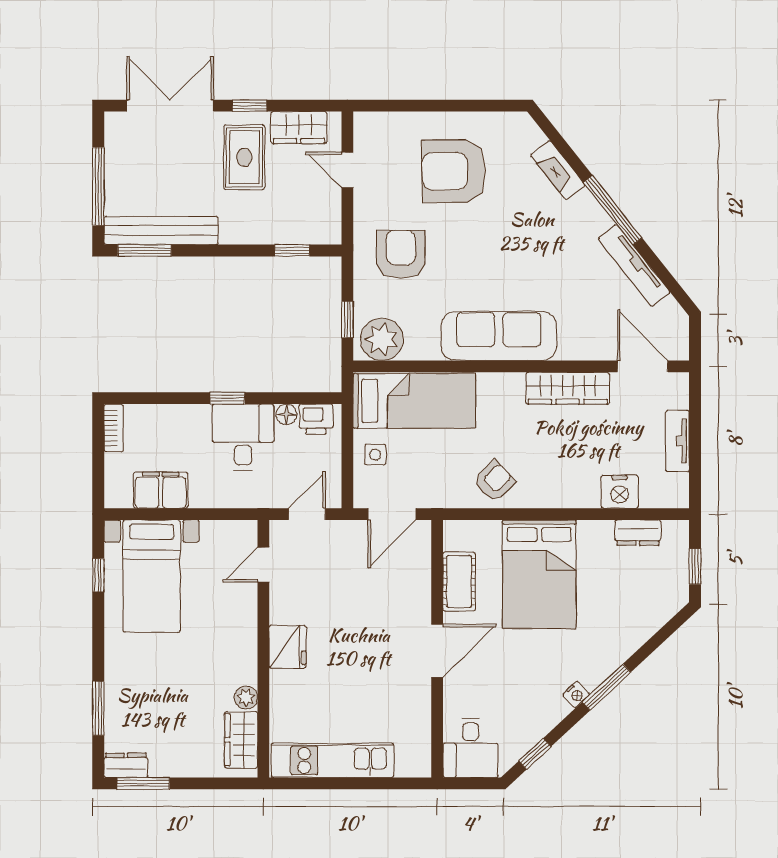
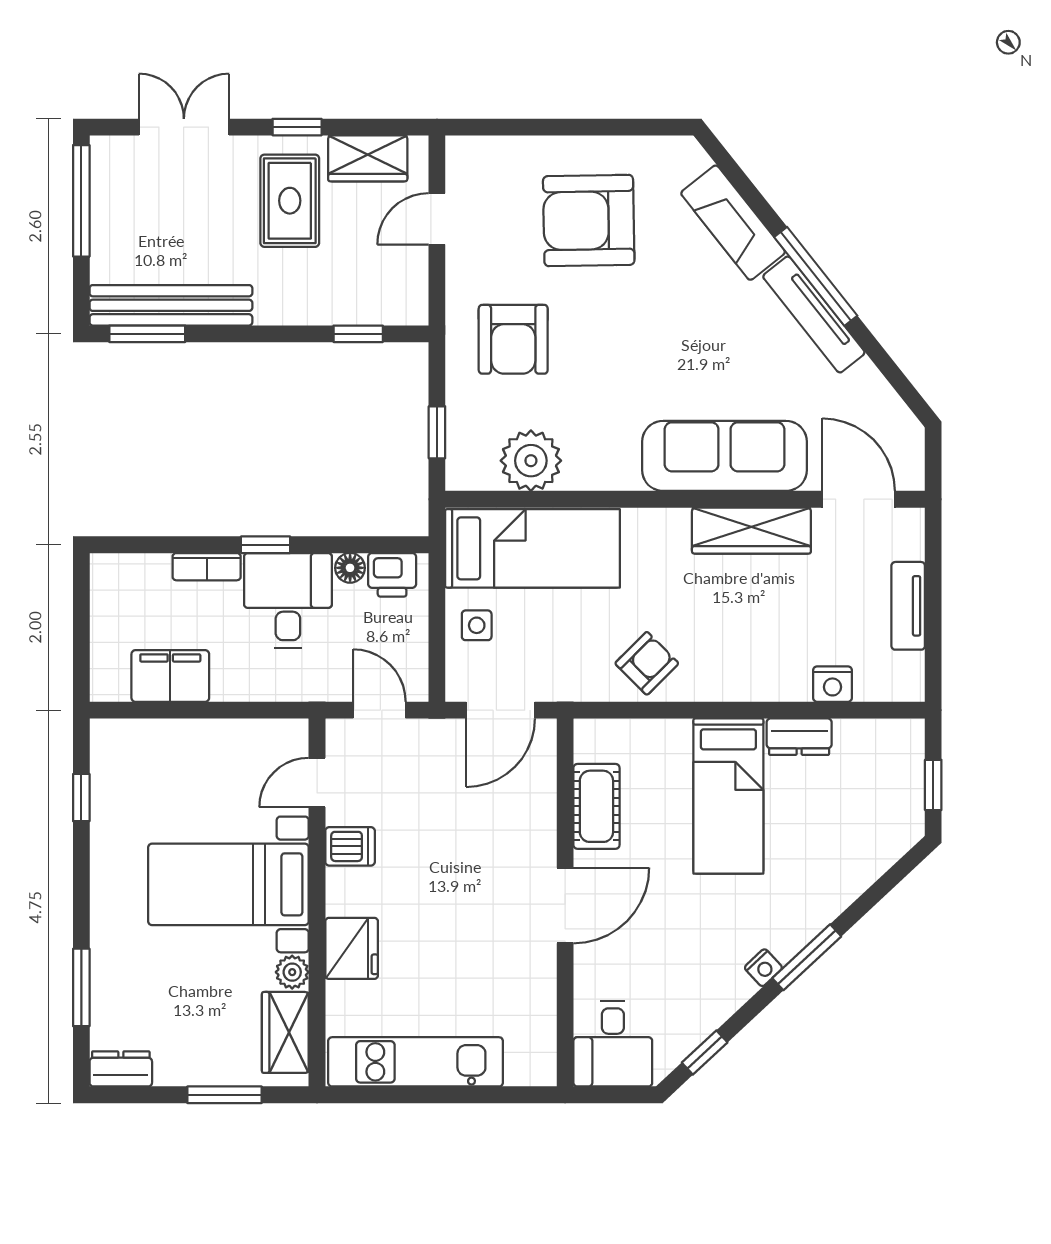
double door: (170, 106) -> (184, 127), width x0.73
door: (347, 170) -> (437, 219), hinge flipped
fireplace: (558, 170) -> (733, 223), width x1.37, depth x1.32
window: (98, 187) -> (81, 201), moved
armchair: (401, 254) -> (513, 339), turned 180
tv unit: (634, 266) -> (814, 314), moved
sofa: (499, 336) -> (725, 456), moved
plant: (382, 339) -> (531, 461), moved
bookcase: (114, 428) -> (207, 567), moved, turned 90
nightstand: (620, 492) -> (832, 684), width x0.74, depth x0.75
door: (307, 514) -> (379, 710), hinge flipped
dresser: (638, 533) -> (799, 737), moved
bed: (539, 574) -> (728, 796), width x0.67
bed with nightstands: (152, 576) -> (228, 884), moved, turned 90
dishwasher: (287, 609) -> (350, 846), added
fridge: (288, 647) -> (352, 948), moved
window: (143, 783) -> (225, 1095), moved

